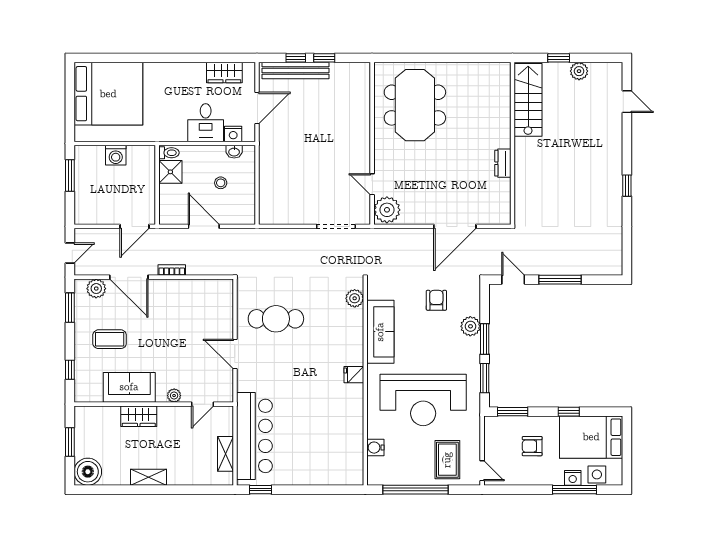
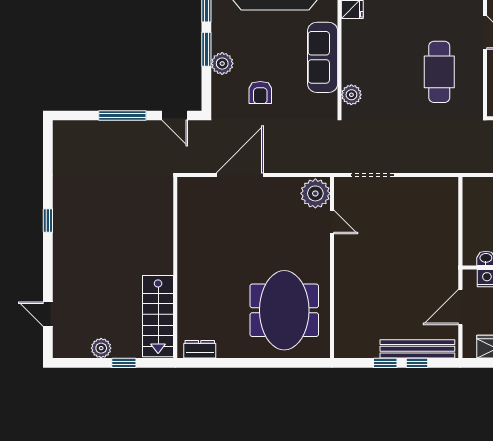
dresser: (503, 163) -> (200, 349), moved, turned -90
cafe table: (276, 319) -> (439, 72), turned 90

